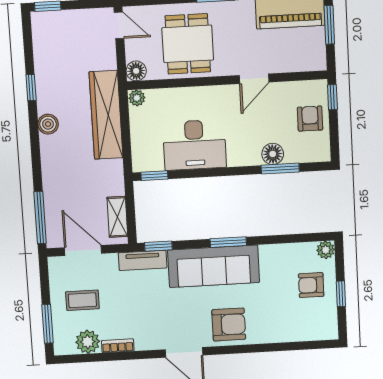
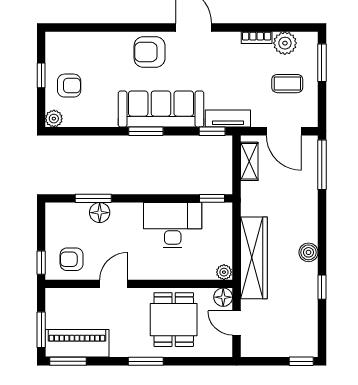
door: (119, 25) -> (236, 323), moved
armchair: (310, 119) -> (72, 259), moved, turned 90

